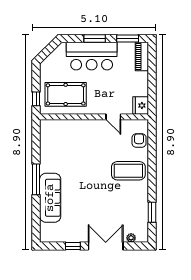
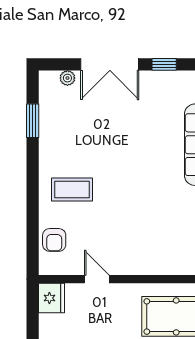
coffee table: (128, 171) -> (72, 190), width x0.73, depth x0.76

